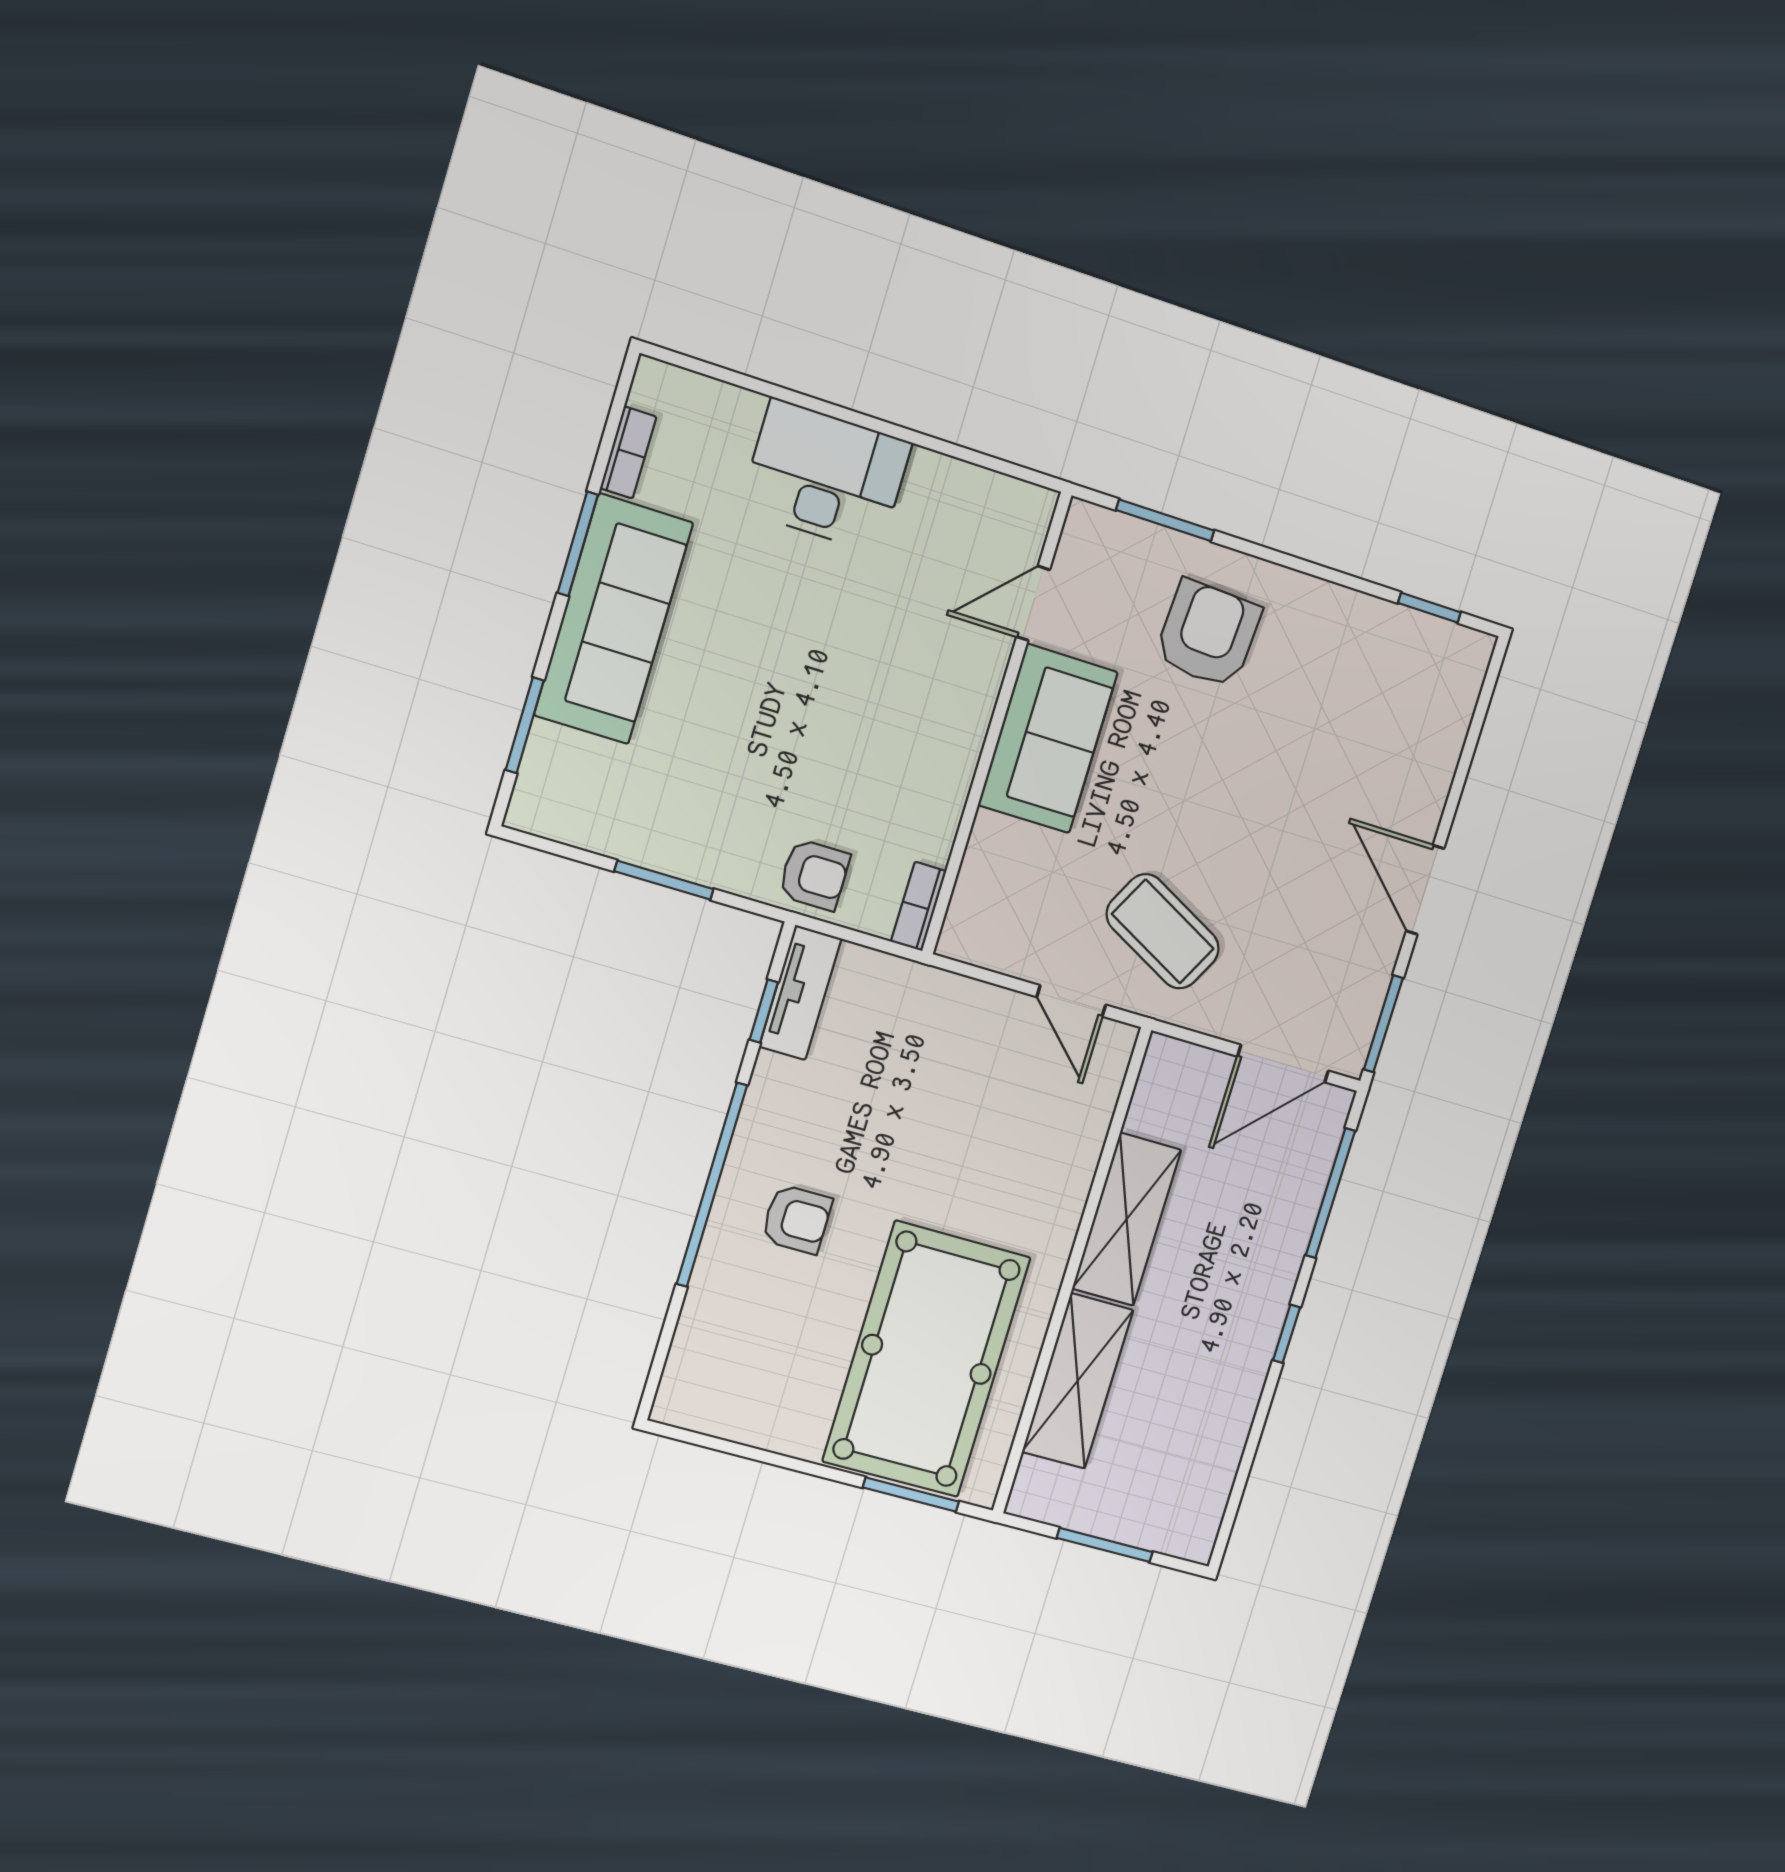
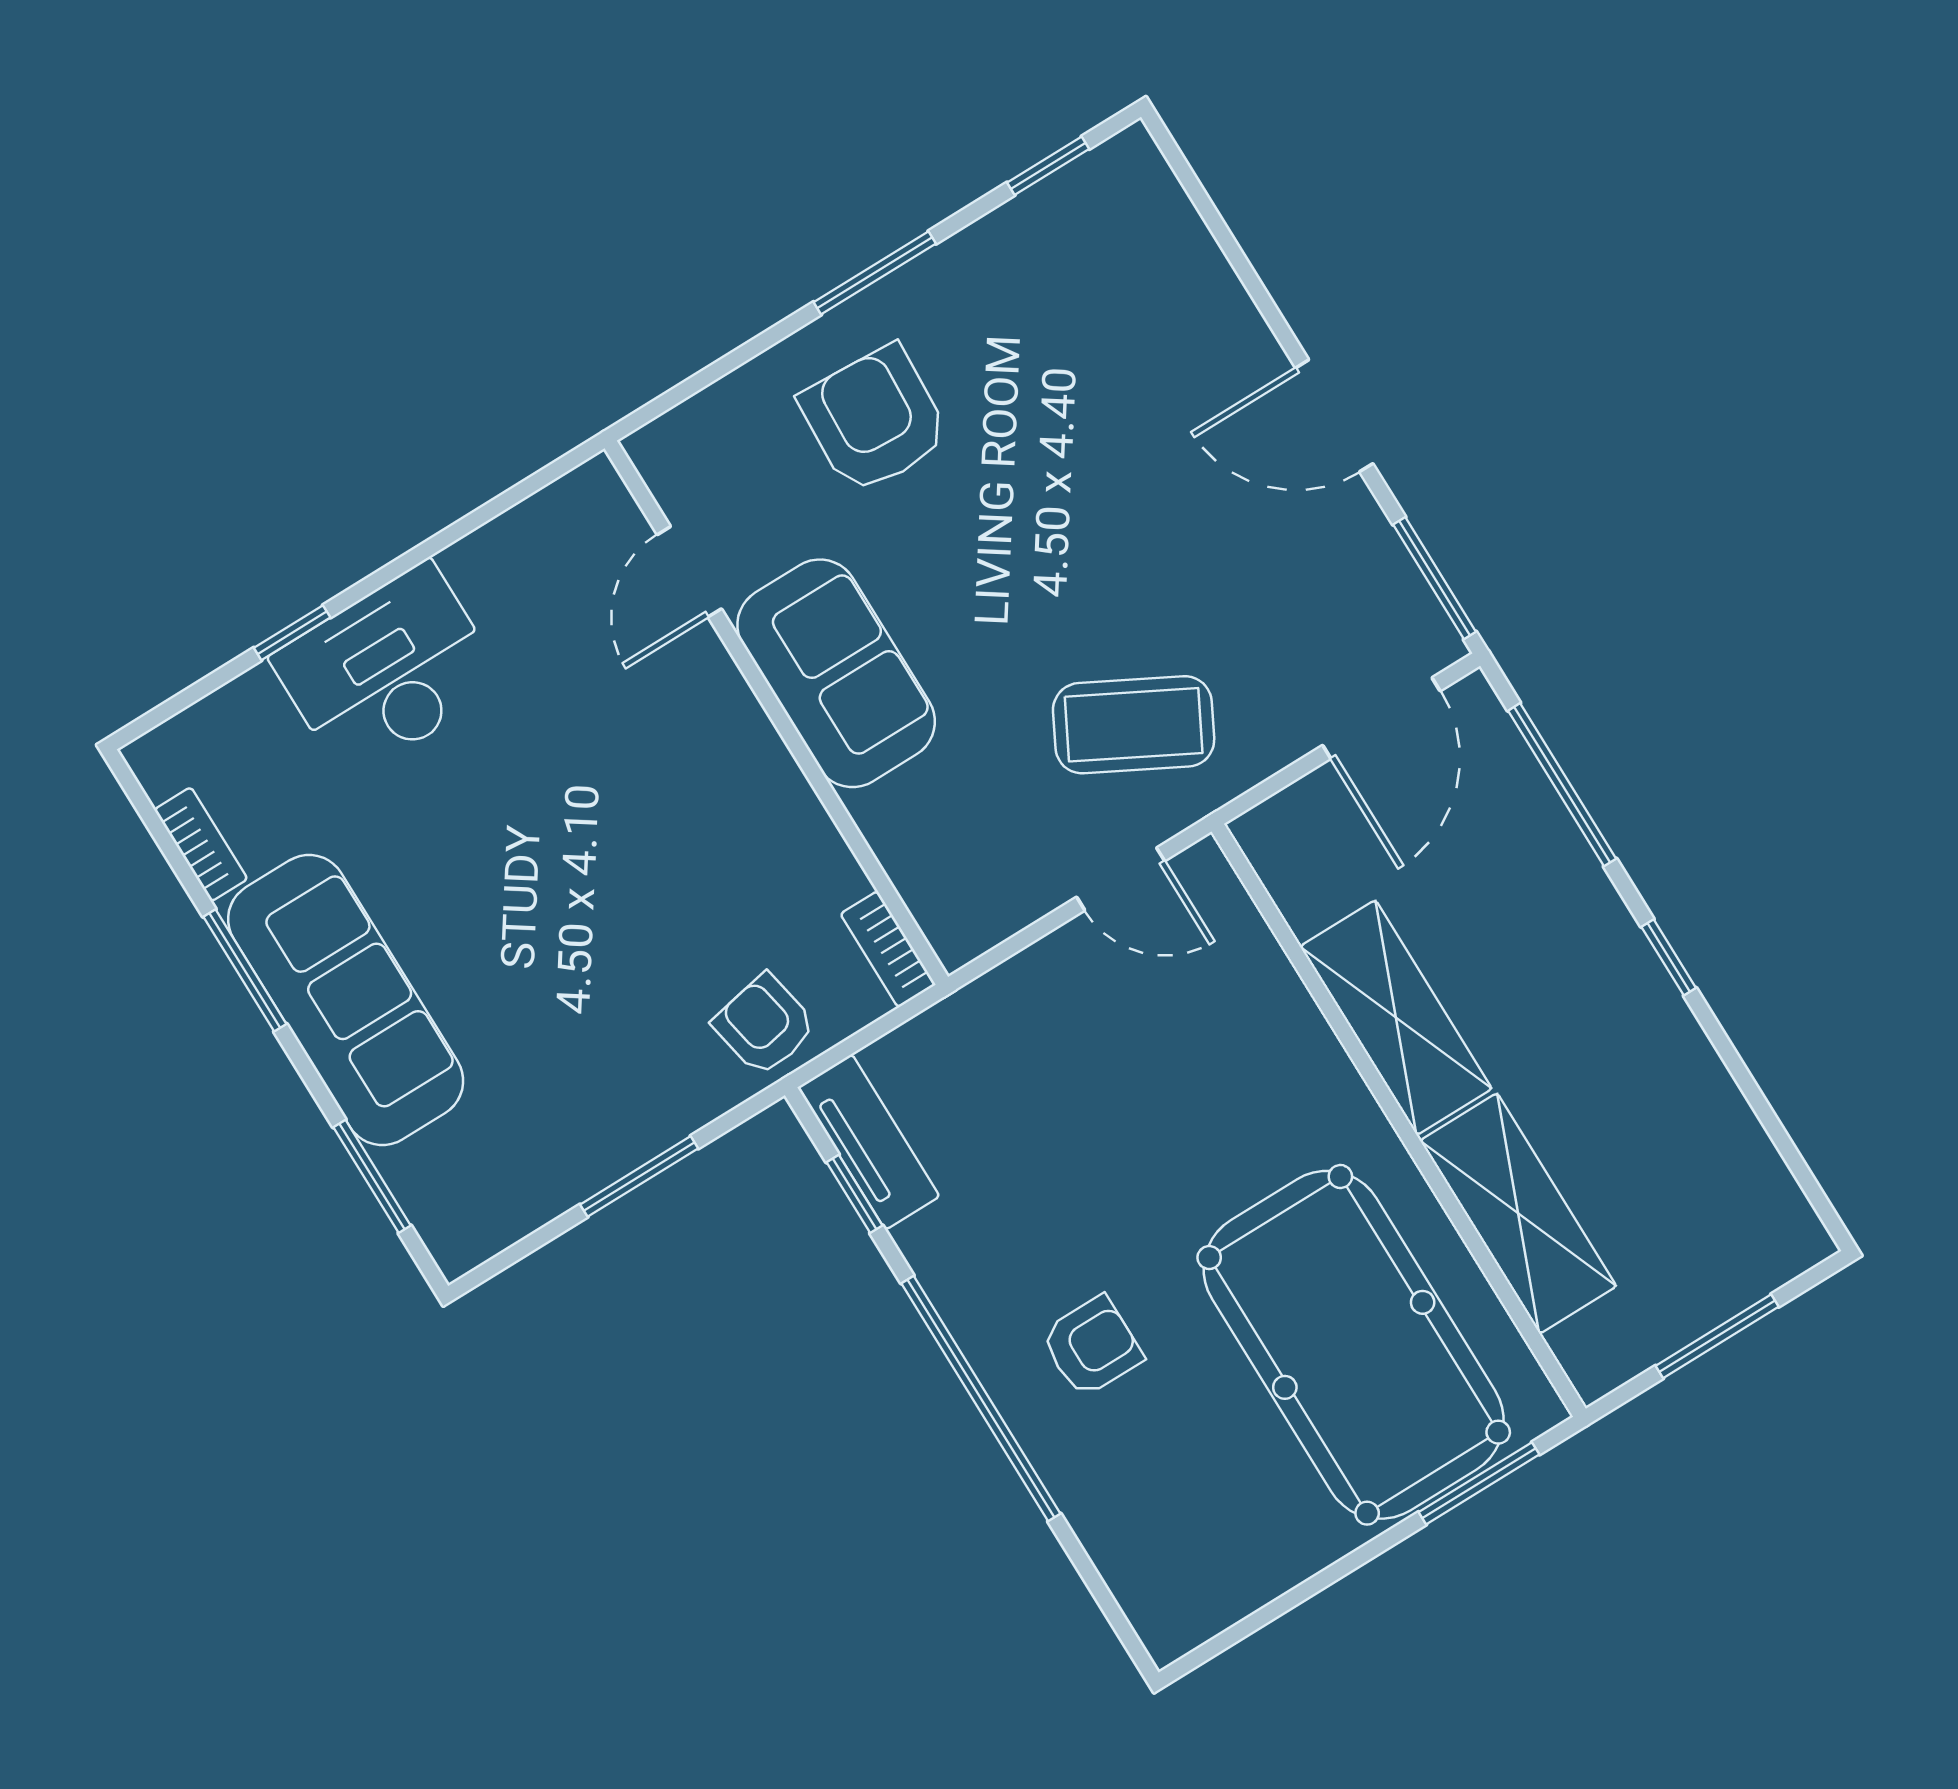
window: (799, 399) -> (292, 633), added
window: (1165, 520) -> (875, 273), moved
armchair: (814, 875) -> (764, 1025), turned -101

